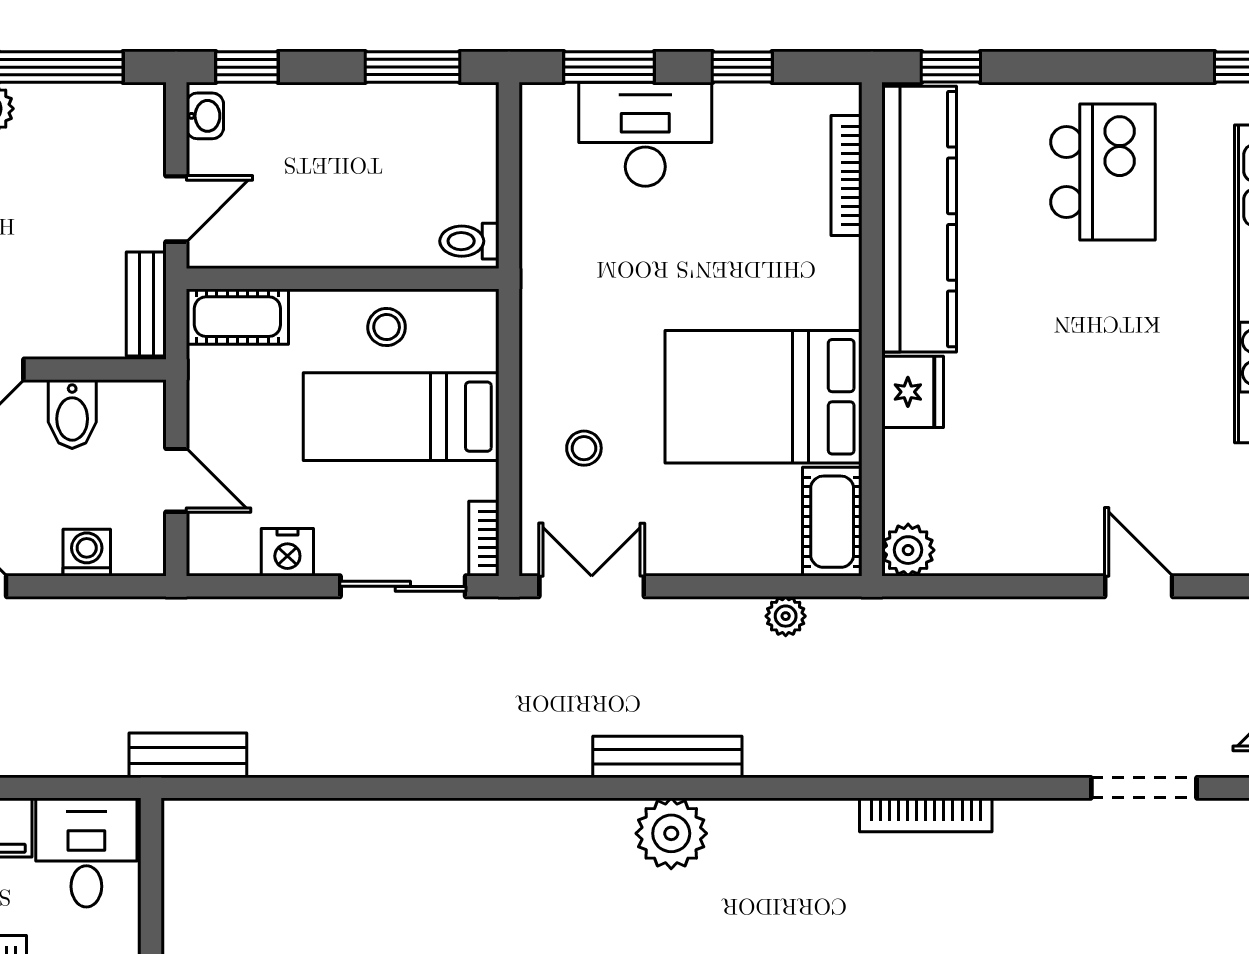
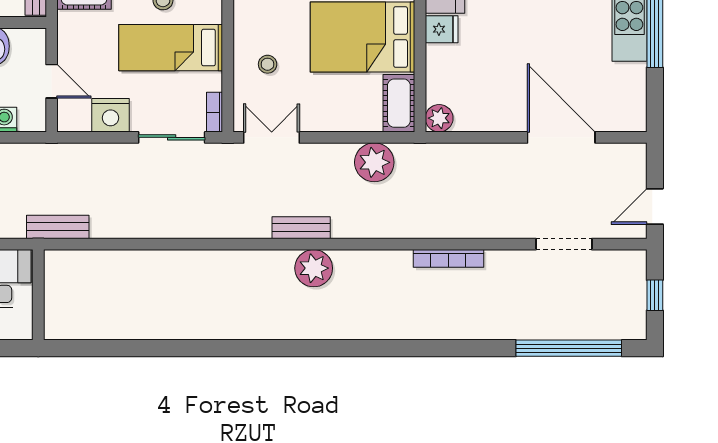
fridge: (913, 392) -> (442, 29), width x0.72
nightstand: (287, 552) -> (110, 115), width x1.36, depth x1.33
door: (1139, 586) -> (561, 137), width x1.87
plant: (786, 616) -> (374, 162), width x1.88, depth x1.88
bench: (667, 757) -> (301, 228), width x0.73

